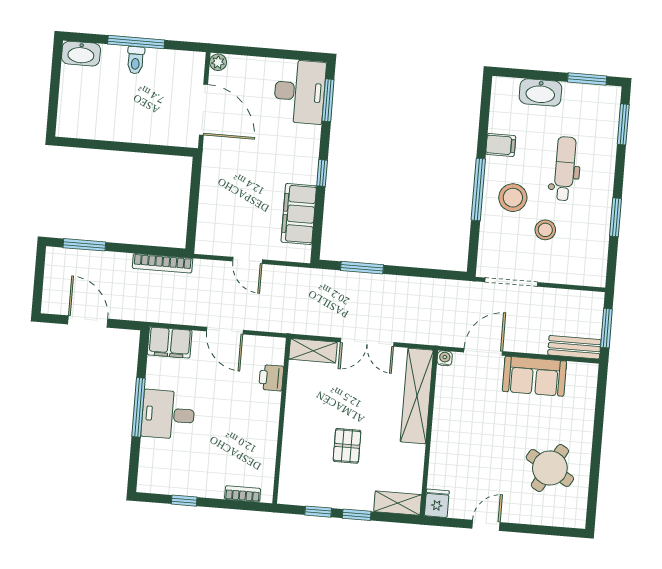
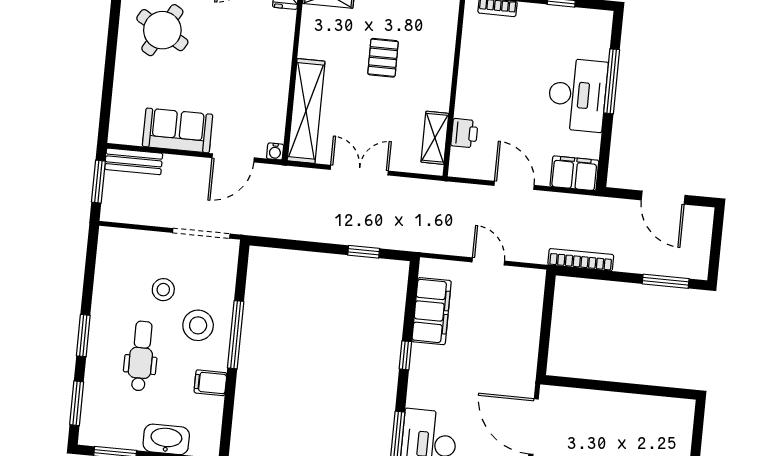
dental chair: (565, 169) -> (141, 356), turned 180
window: (616, 217) -> (83, 336), moved
window: (362, 268) -> (364, 252), width x0.67
shelving: (313, 351) -> (435, 138), moved, turned 90
window: (138, 407) -> (612, 81), moved
desk: (168, 415) -> (577, 95), width x1.37

